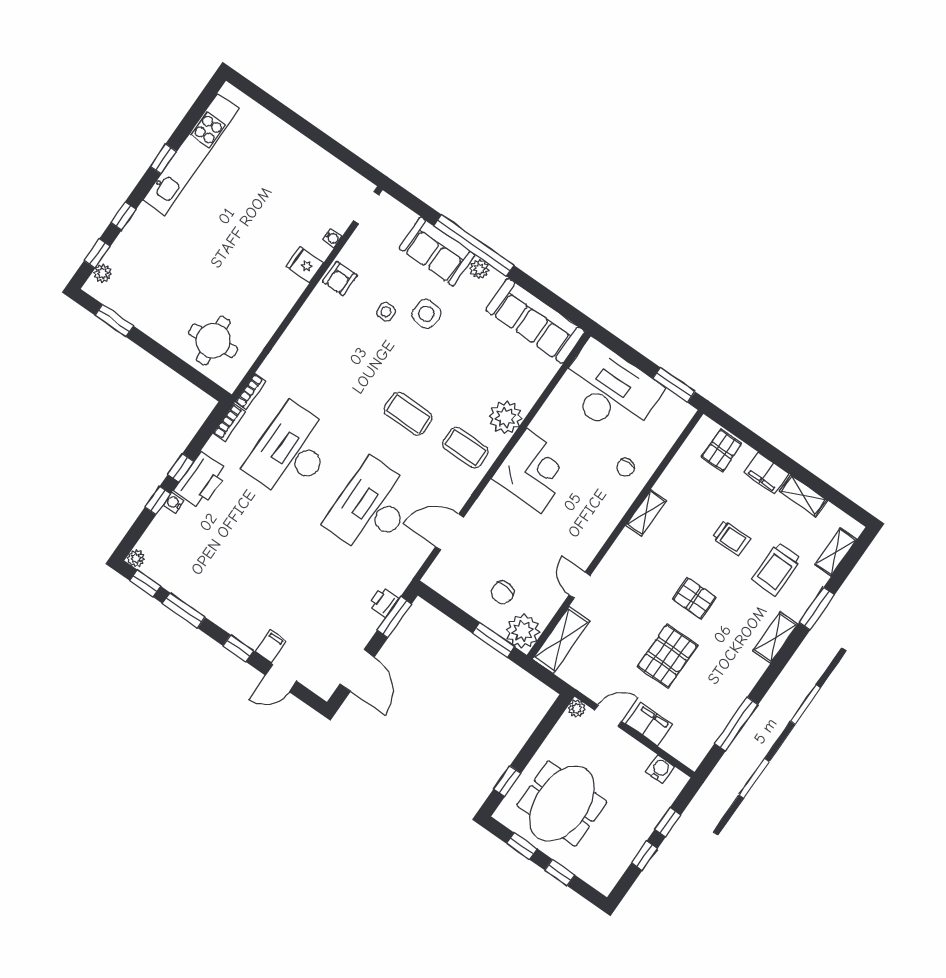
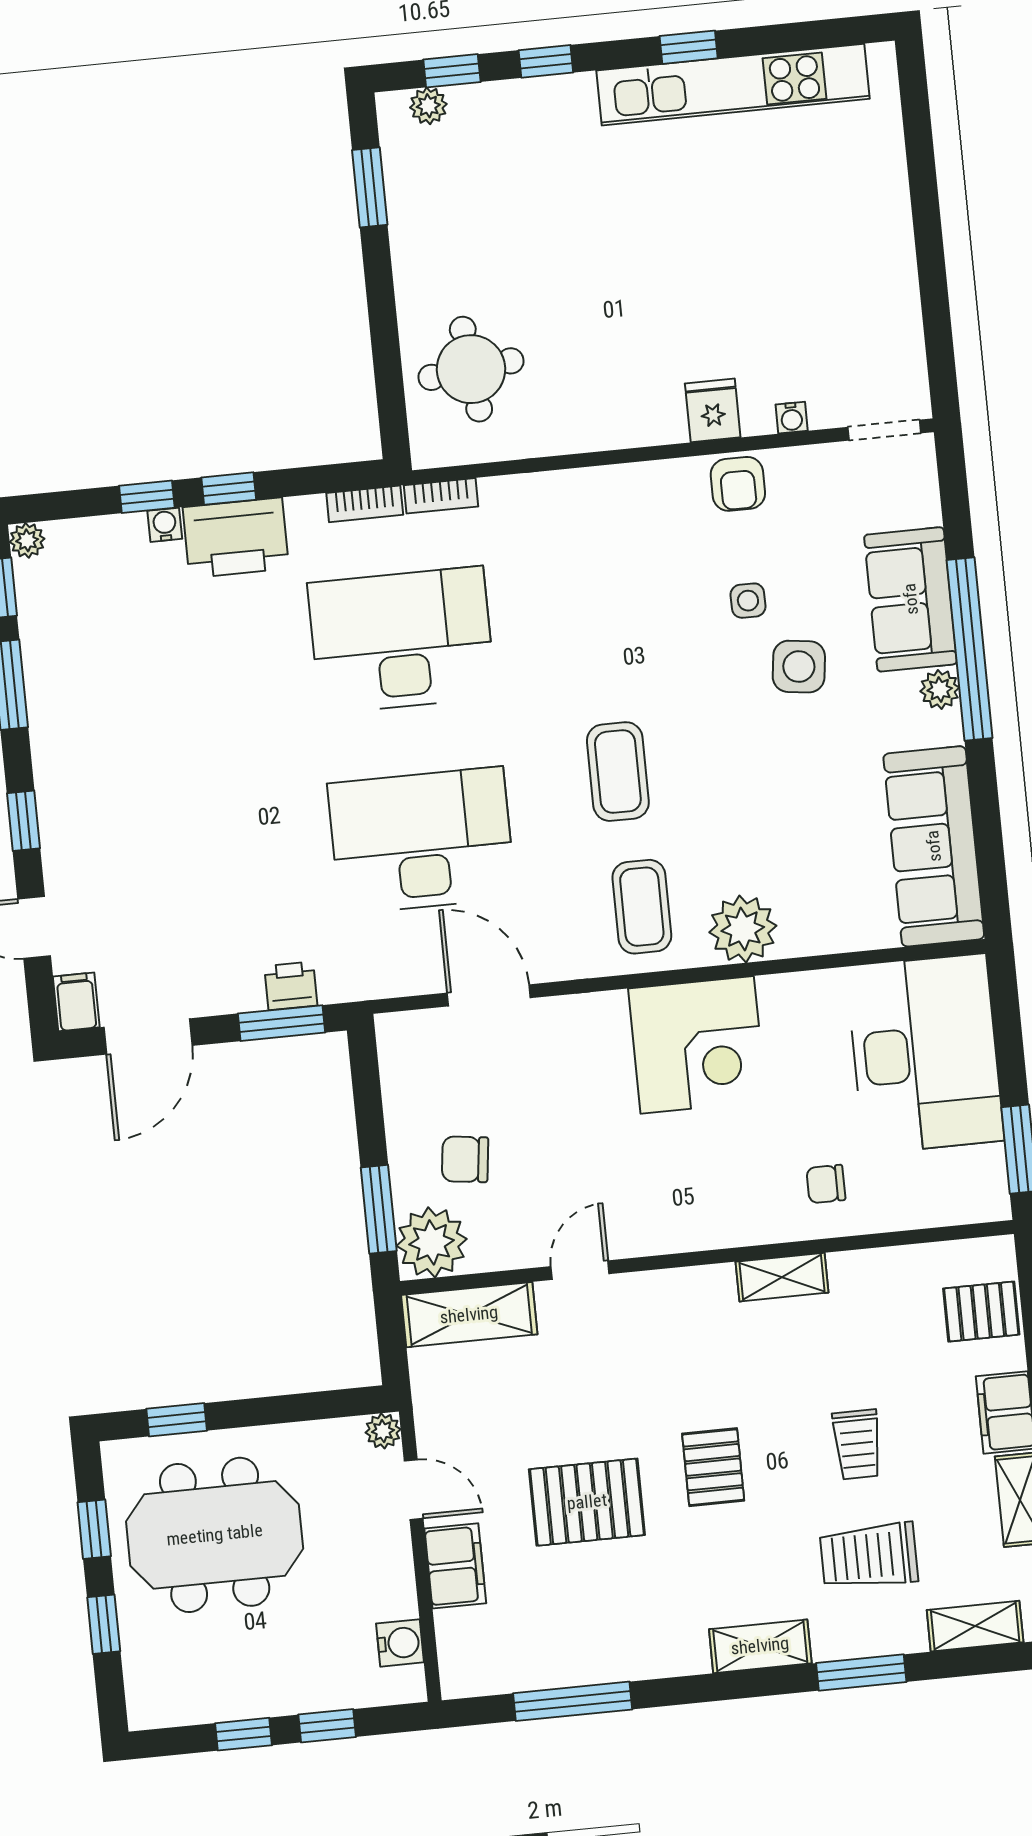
armchair: (340, 279) -> (738, 484), turned -90
filing cabinet: (271, 646) -> (76, 1002), moved, turned -90

